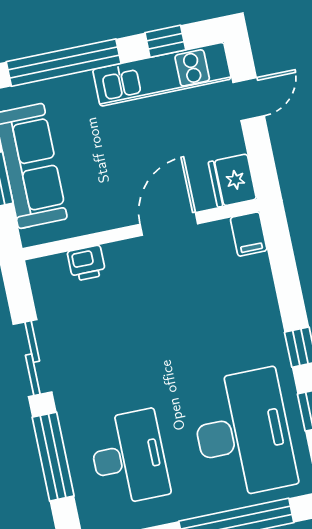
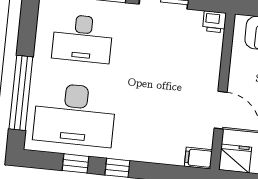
printer: (87, 263) -> (214, 22), moved, turned -90

